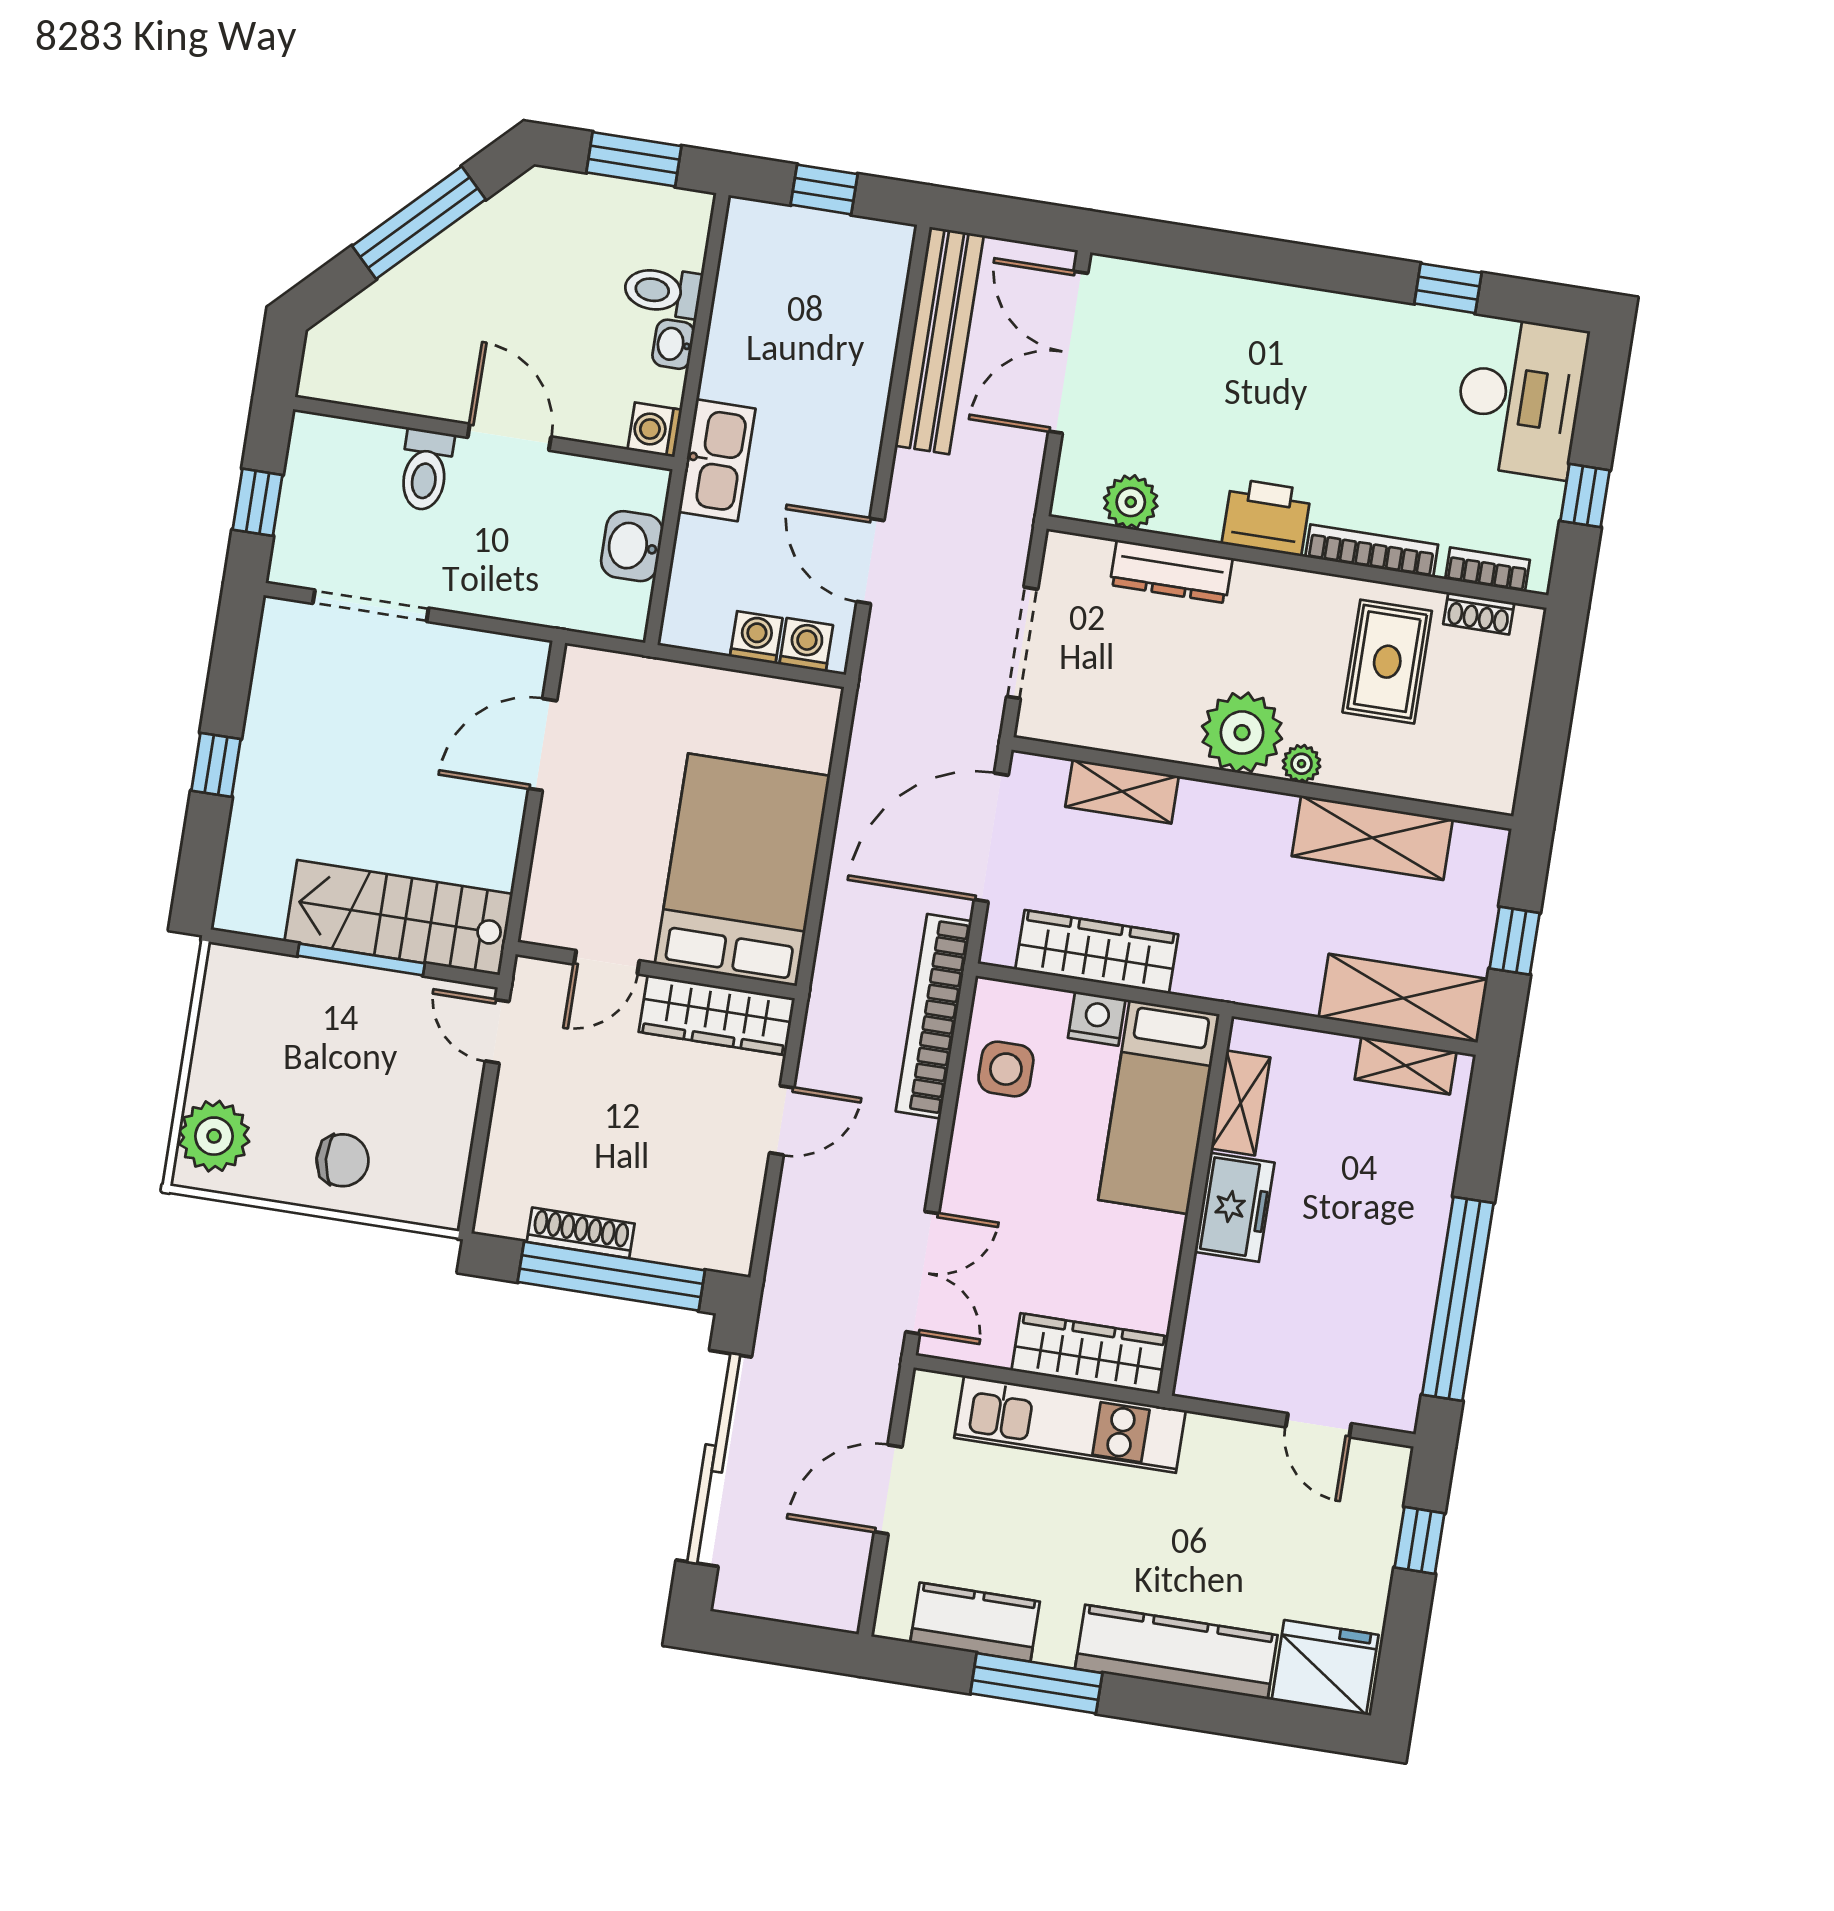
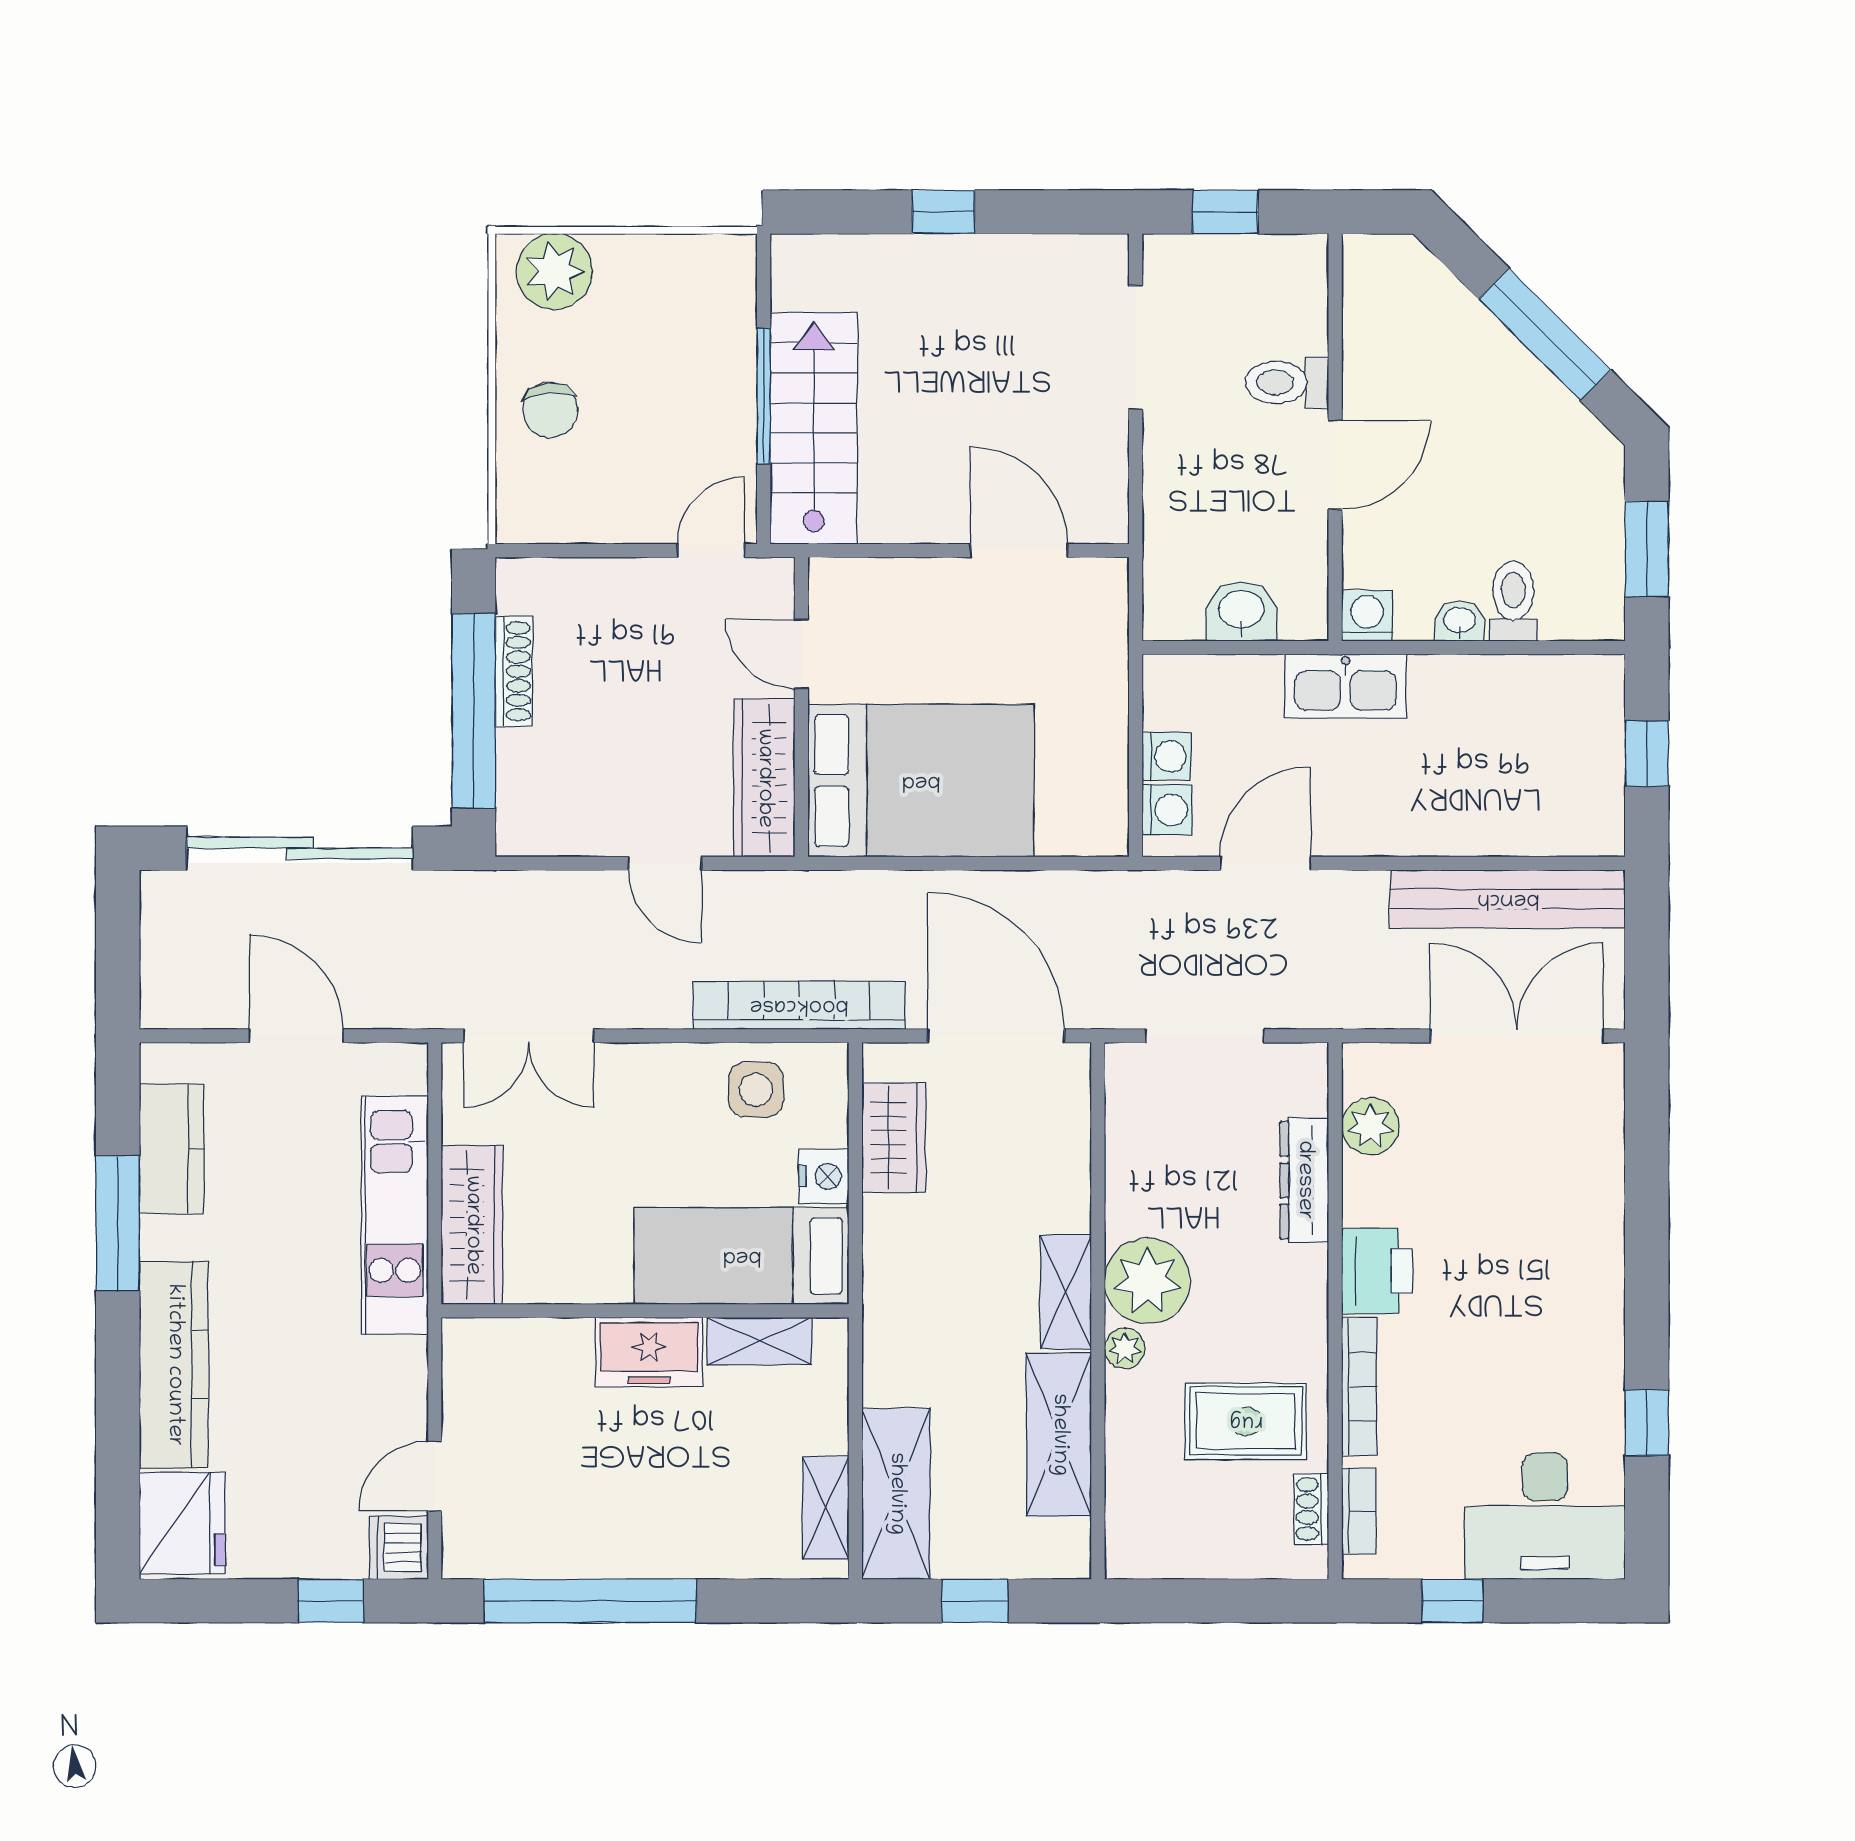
shelving: (1122, 791) -> (1066, 1292), moved
wardrobe: (1097, 952) -> (894, 1138), width x0.67
dishwasher: (1380, 1469) -> (399, 1548), added

